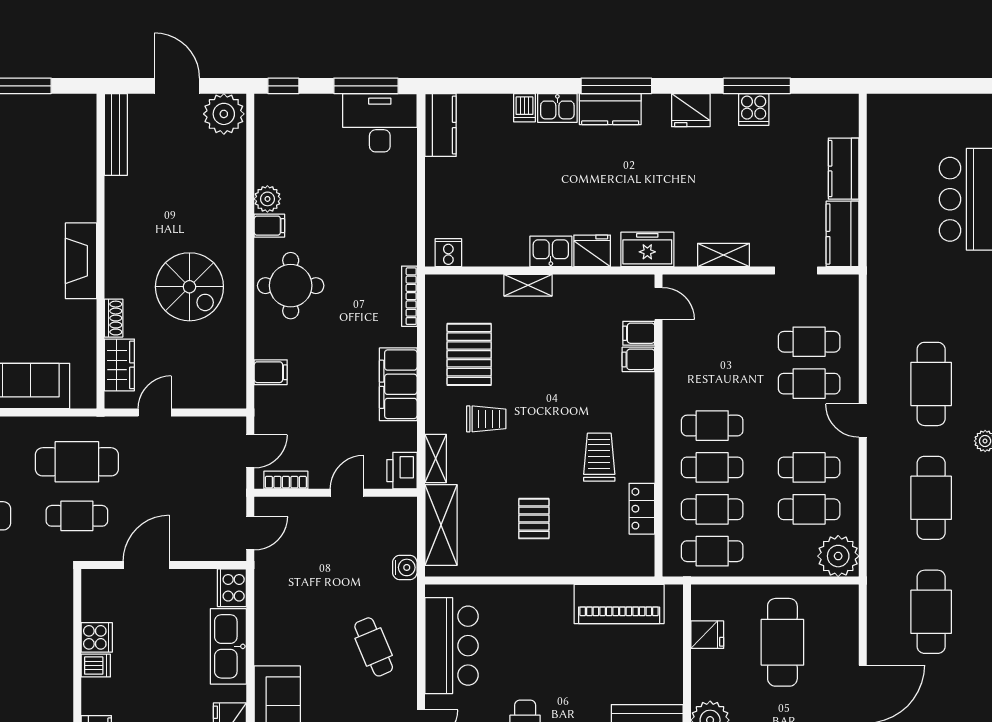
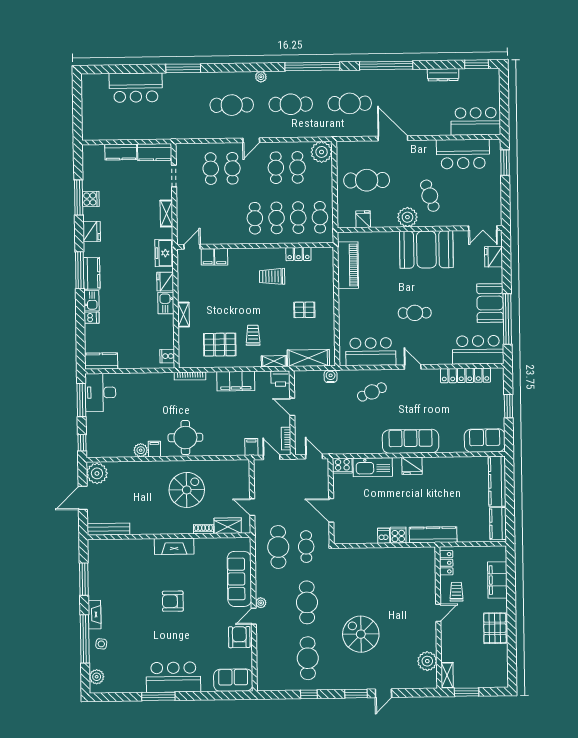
filing cabinet: (271, 372) -> (251, 447), moved
cooker: (97, 637) -> (398, 535), moved

